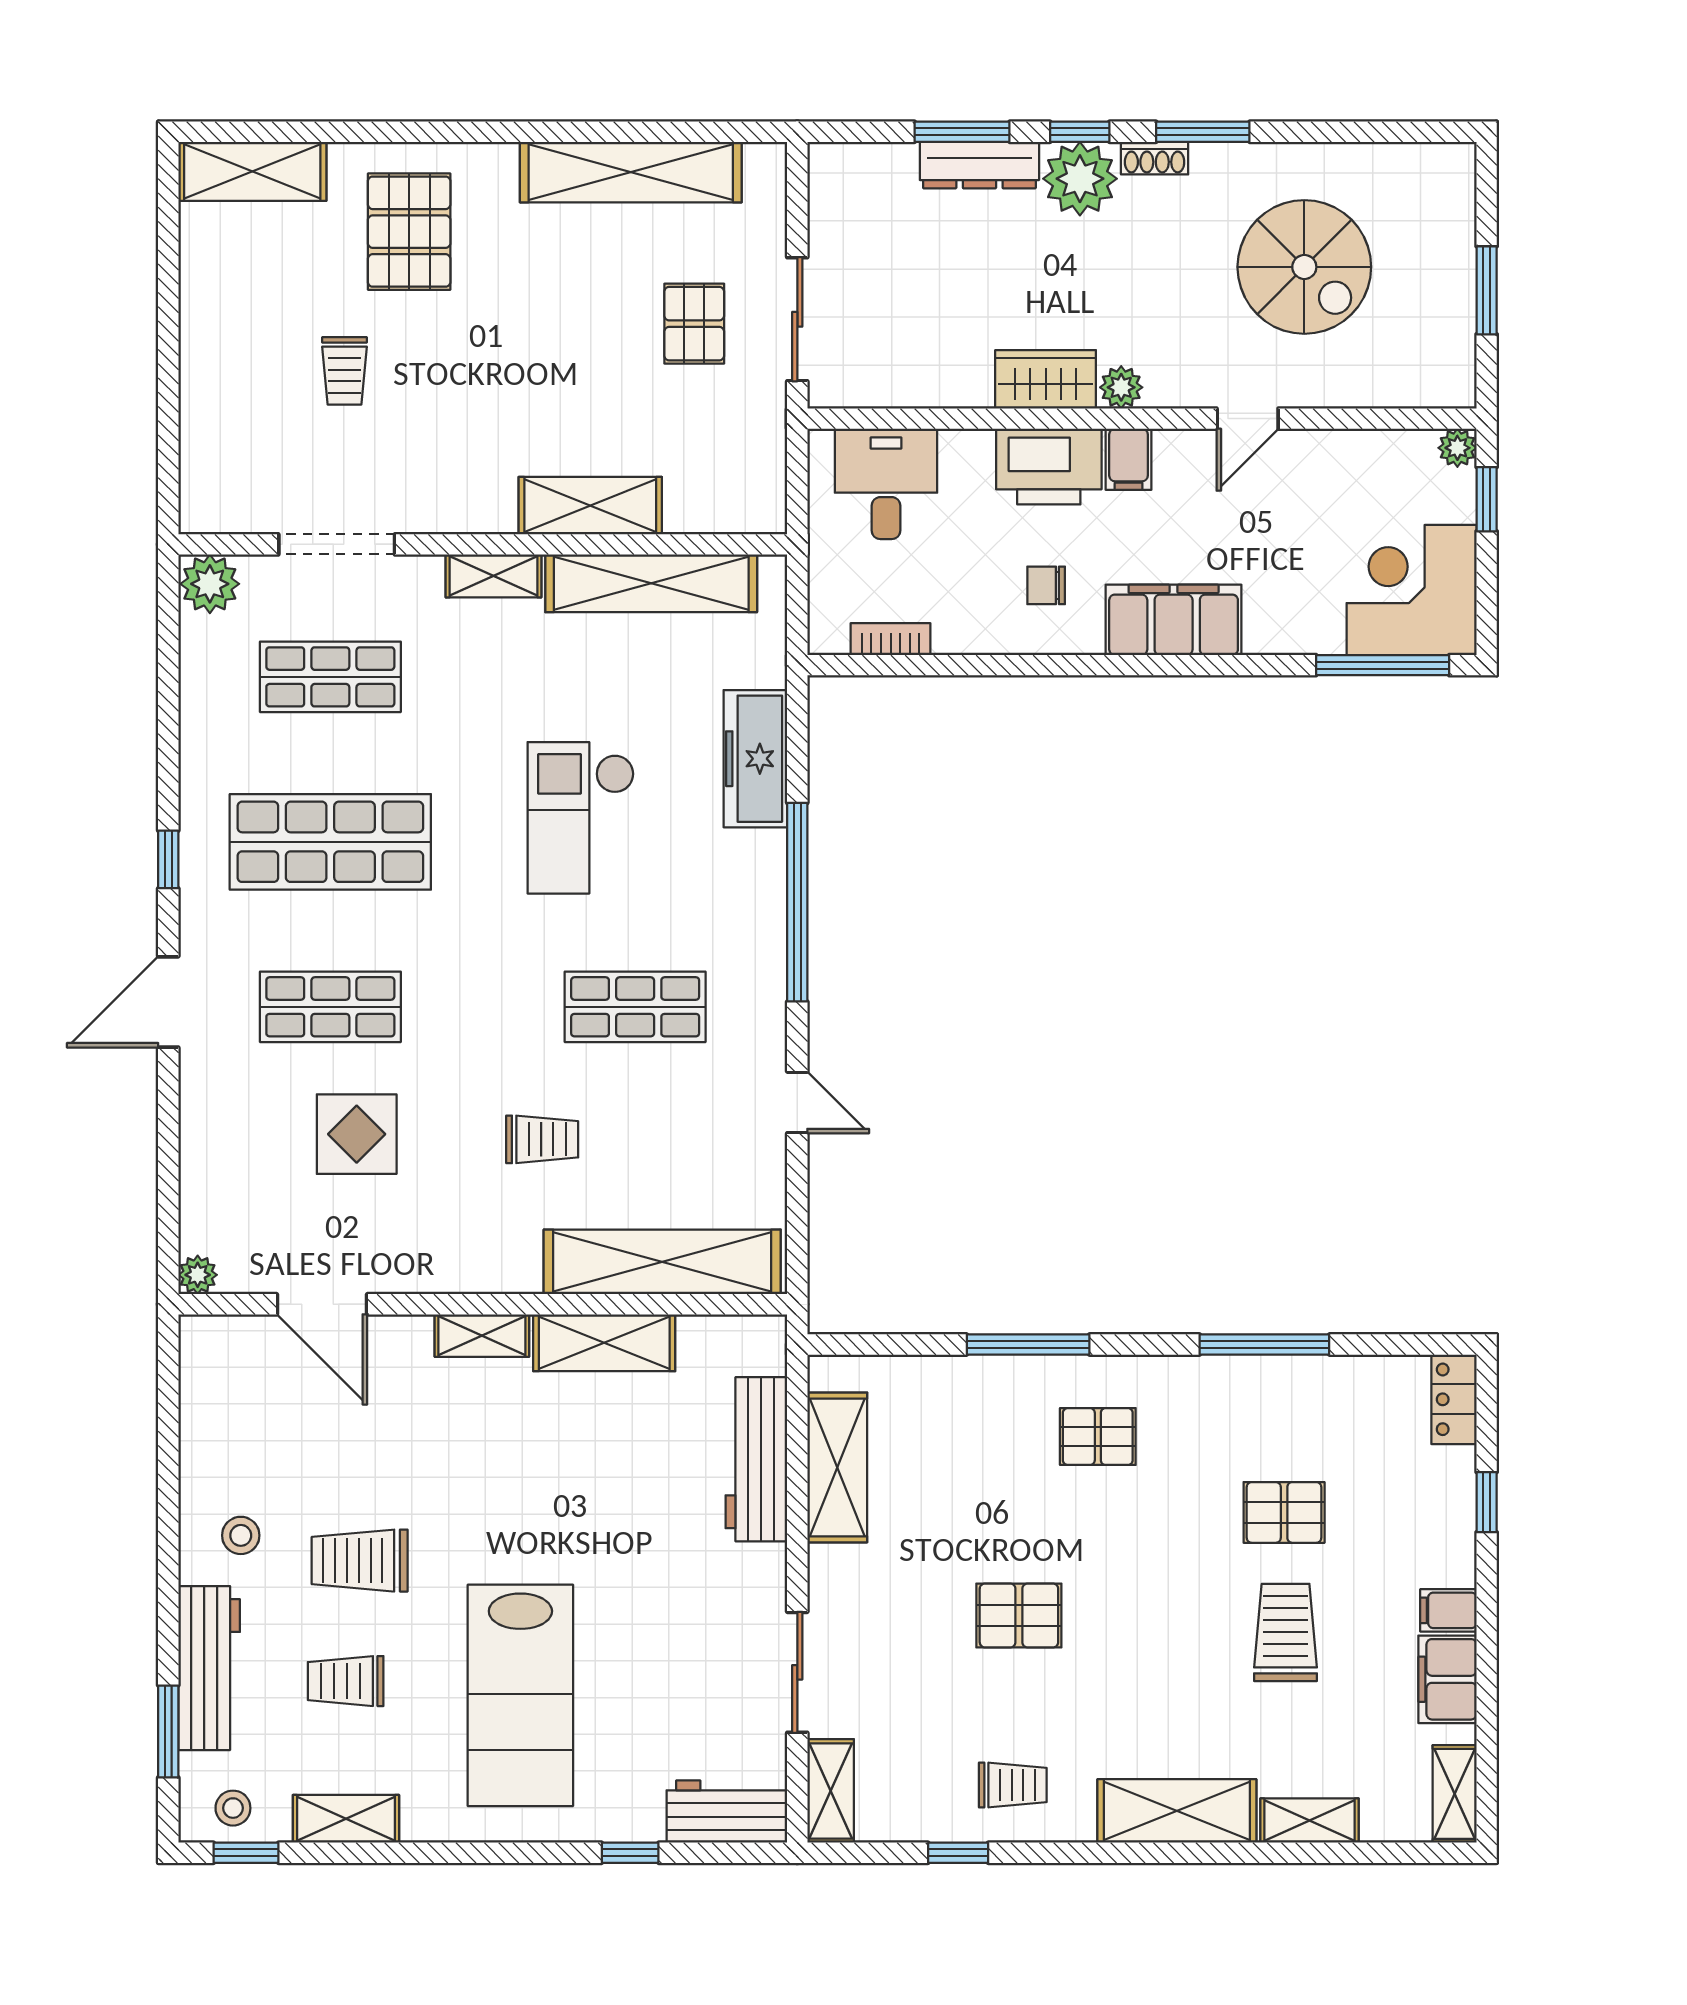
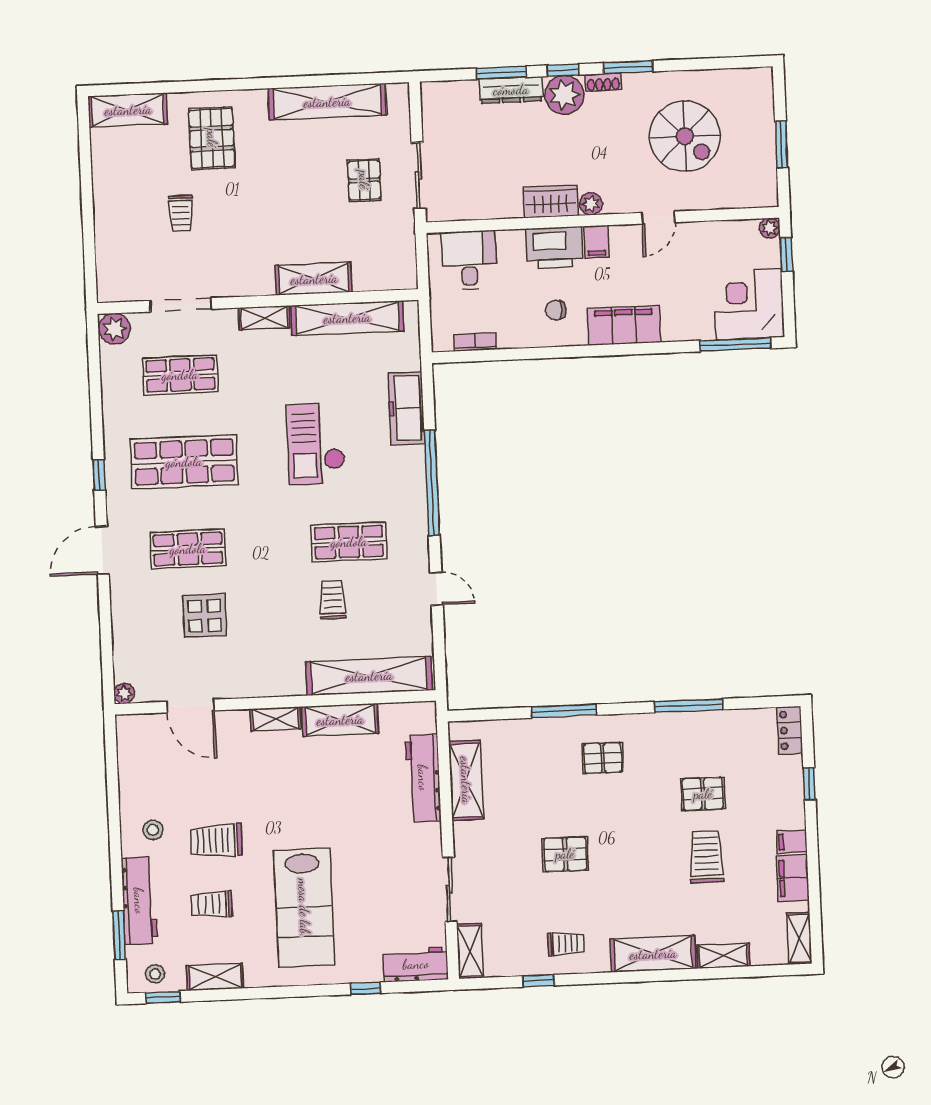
trolley: (542, 1139) -> (332, 600), moved, turned -90

